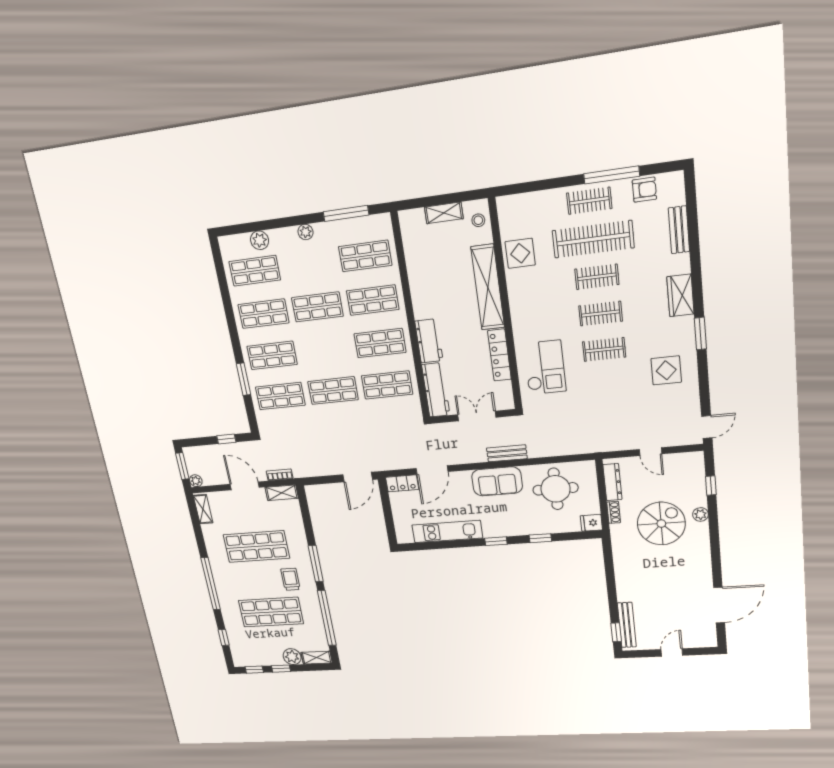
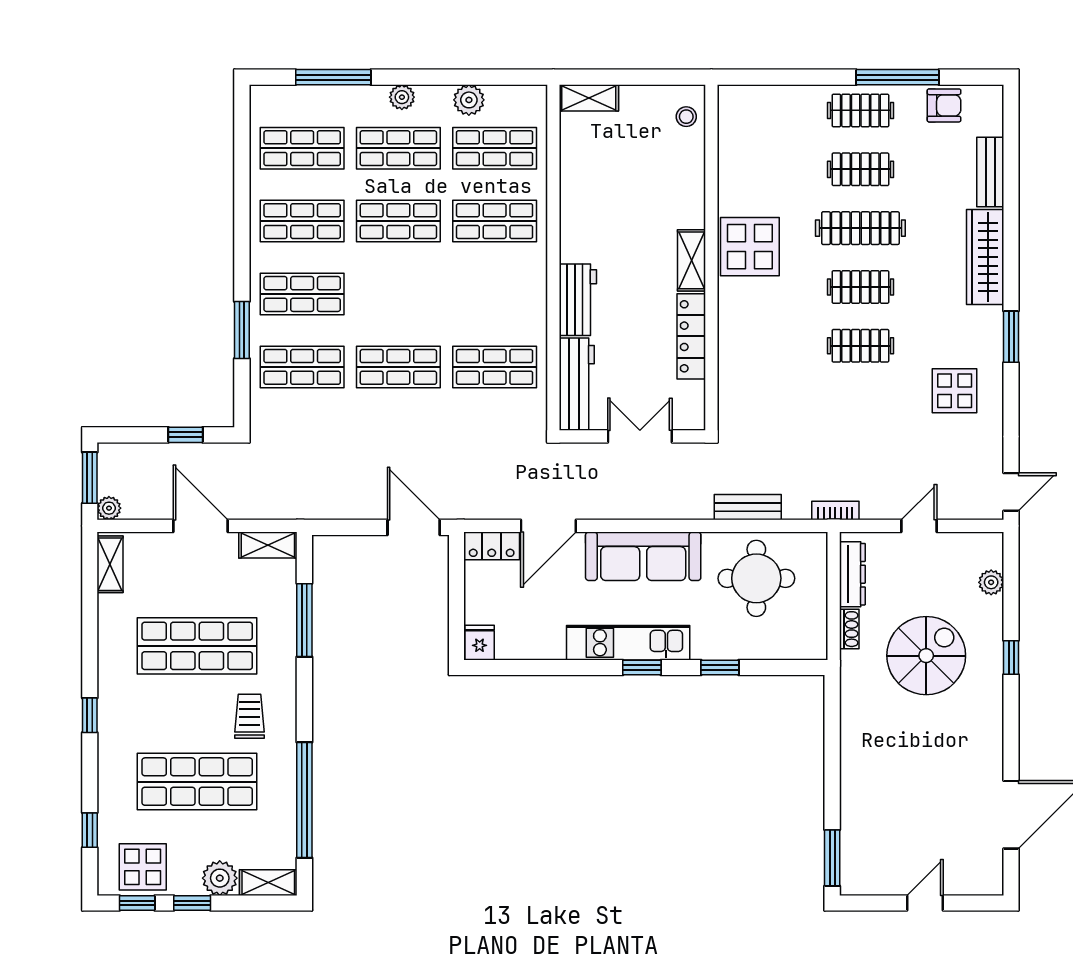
window: (346, 213) -> (333, 77), moved
shelving: (444, 213) -> (589, 98), moved
clothes rail: (593, 239) -> (860, 169), width x0.54, depth x0.76
plant: (260, 240) -> (469, 100), moved
display table: (520, 253) -> (750, 247), moved, width x1.36, depth x1.36
clothes rail: (597, 277) -> (860, 228), width x1.36
shelving: (488, 287) -> (692, 260), width x0.45, depth x0.75
wardrobe: (680, 295) -> (985, 257), width x1.50
shop shelf: (380, 343) -> (398, 148), moved
checkout: (545, 367) -> (762, 365), removed
door: (651, 452) -> (919, 526), swing flipped
bench: (507, 453) -> (748, 507), moved
bookcase: (280, 475) -> (835, 511), moved
door: (358, 477) -> (414, 527), swing flipped
sofa: (497, 481) -> (643, 556), width x1.36
window: (711, 486) -> (1011, 657), moved
plant: (700, 514) -> (991, 582), moved
fridge: (591, 523) -> (480, 643), moved, turned 90
kitchen unit: (447, 531) -> (628, 643), moved
window: (316, 564) -> (304, 620), moved
window: (211, 584) -> (90, 715), width x0.32
bench: (627, 625) -> (852, 844), removed
window: (616, 632) -> (832, 858), width x1.50
display table: (253, 653) -> (143, 867), added

